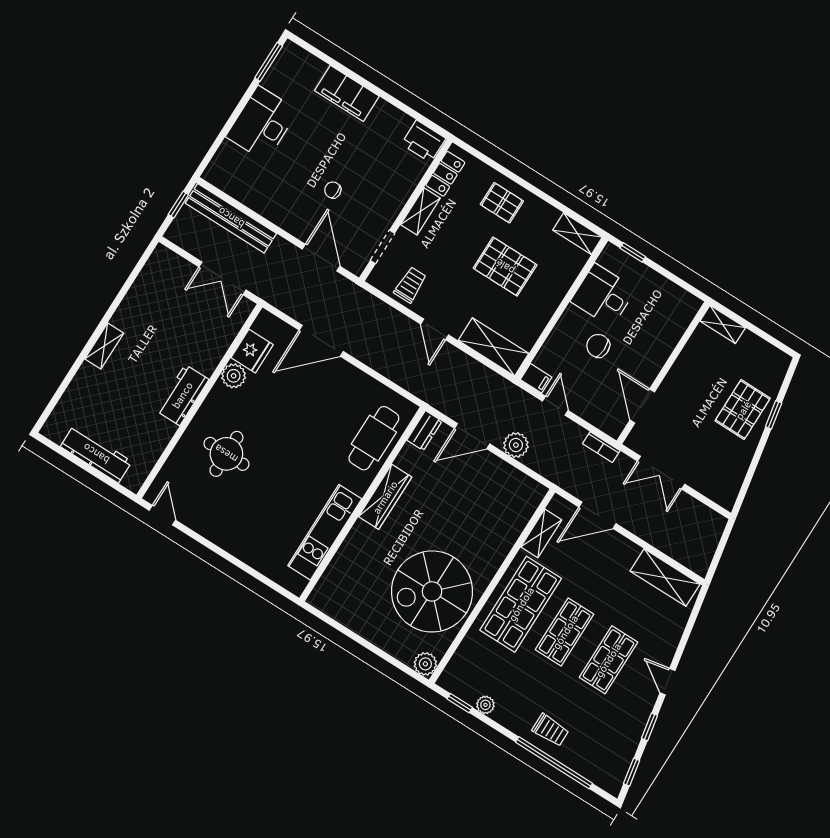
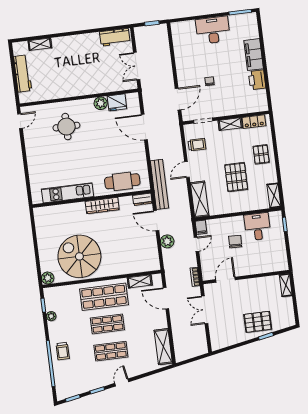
printer: (424, 141) -> (257, 80), moved
bench: (231, 218) -> (159, 184), moved
shelving: (104, 346) -> (40, 44), moved
workbench: (182, 395) -> (115, 37), moved, turned 180

